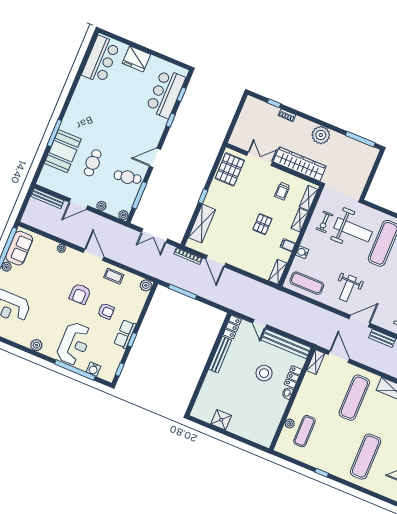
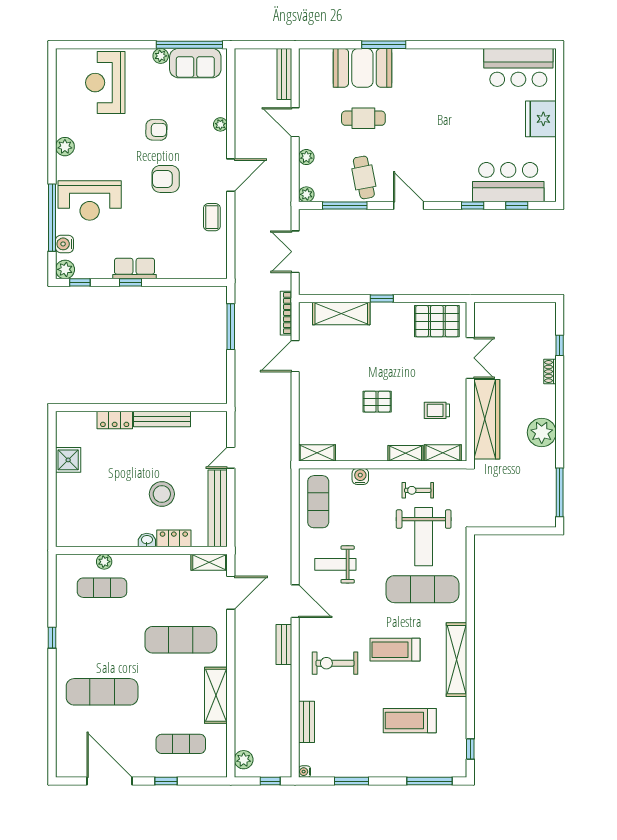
filing cabinet: (288, 245) -> (362, 451), removed
plant: (146, 285) -> (65, 269), moved
armchair: (106, 311) -> (156, 130), moved, turned -89
locker: (232, 327) -> (115, 420), moved

